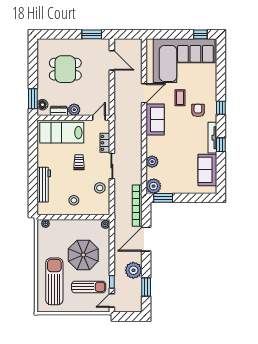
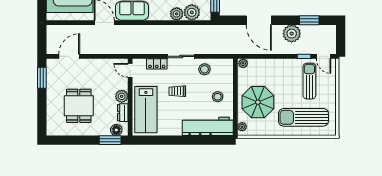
workbench: (44, 185) -> (208, 126), width x1.36, depth x1.32
plant: (154, 186) -> (192, 12), moved
bookcase: (137, 206) -> (223, 30), removed
parasol: (83, 255) -> (258, 102), moved

